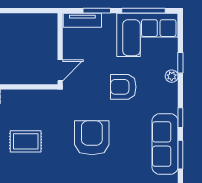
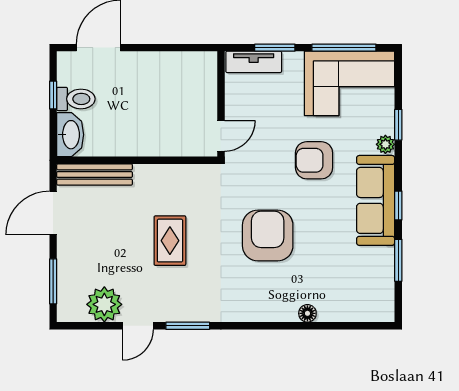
rug: (26, 141) -> (170, 241), turned 90
sofa: (165, 144) -> (376, 200), moved

